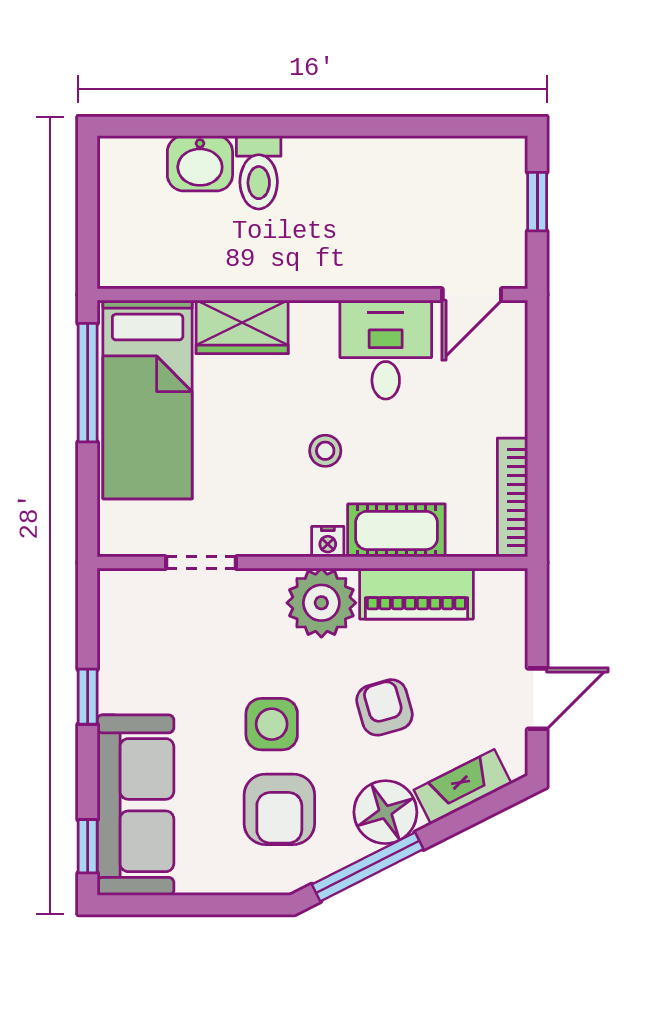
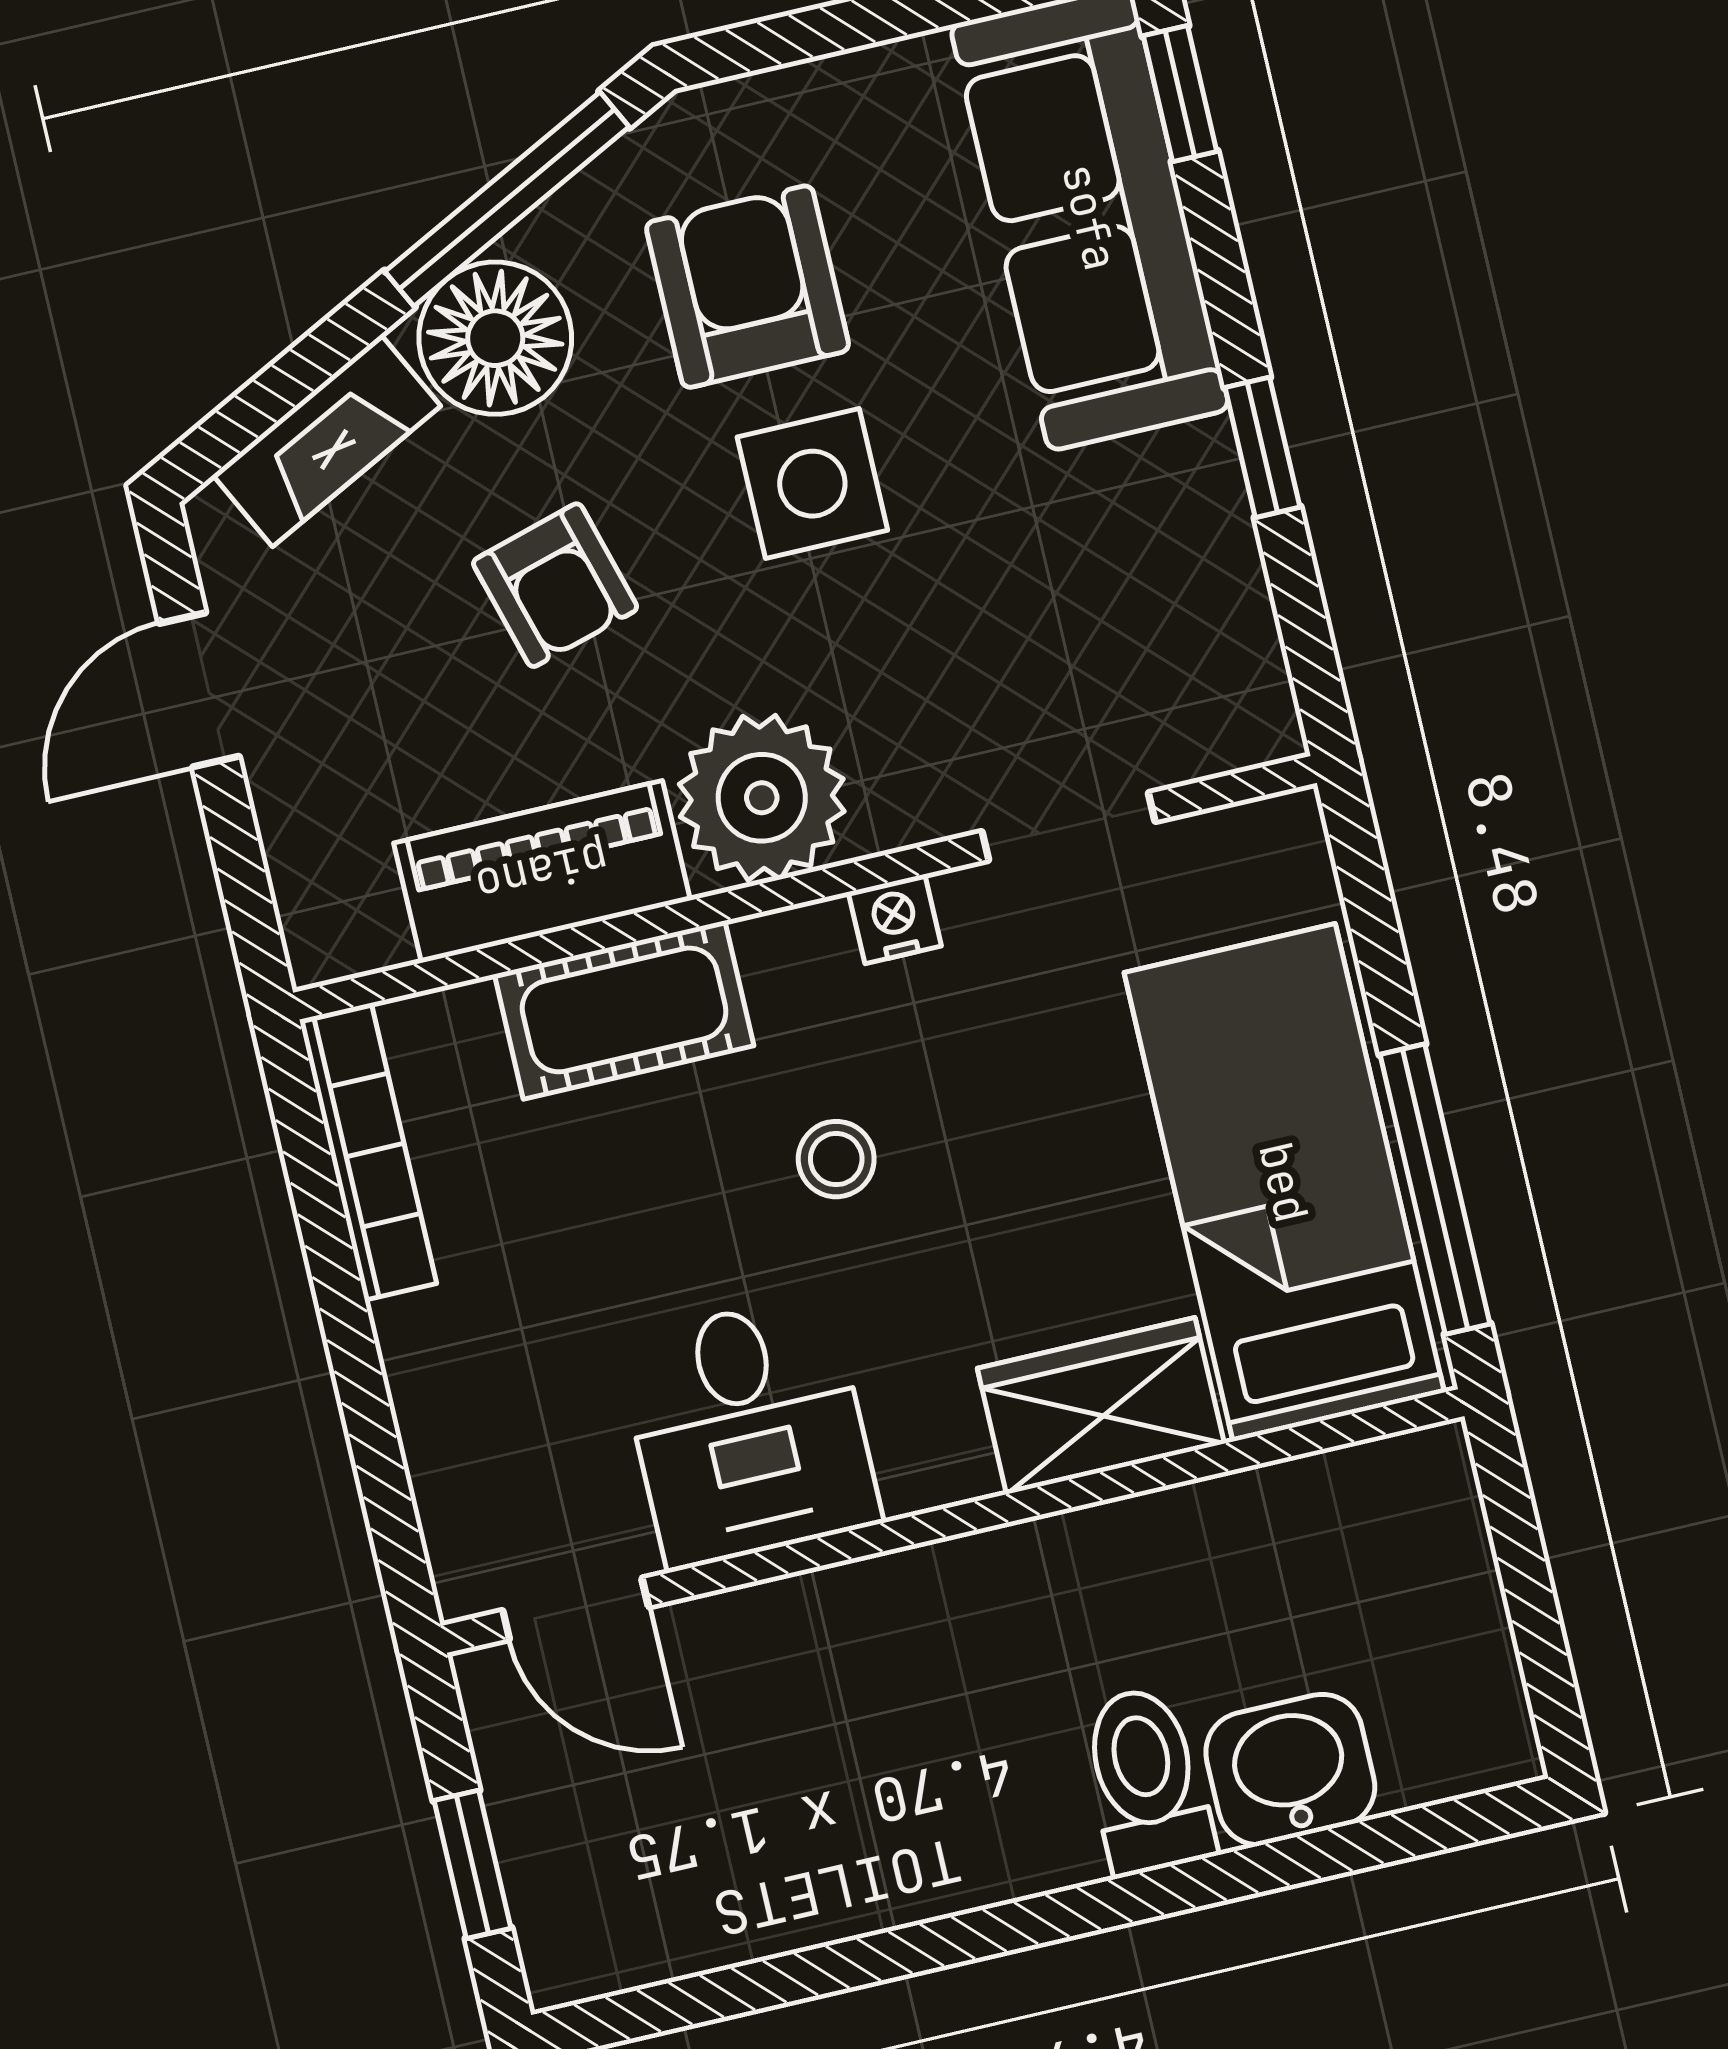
door: (472, 295) -> (576, 1609), swing flipped
nightstand: (328, 542) -> (895, 919), moved

